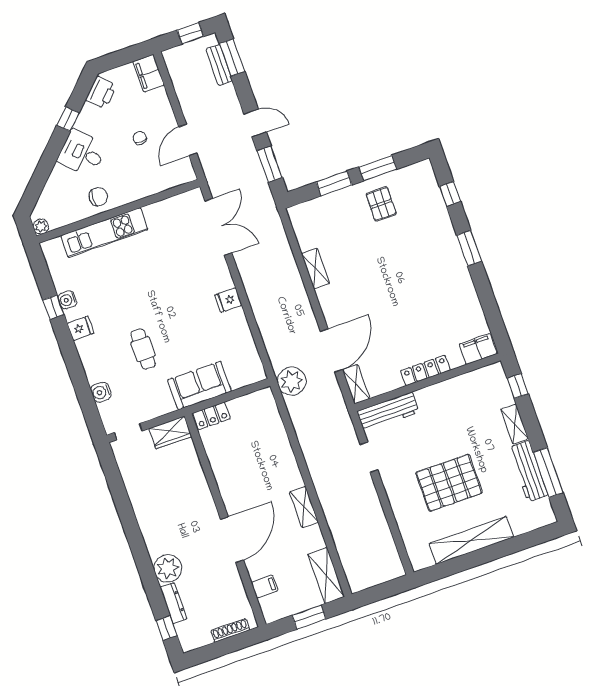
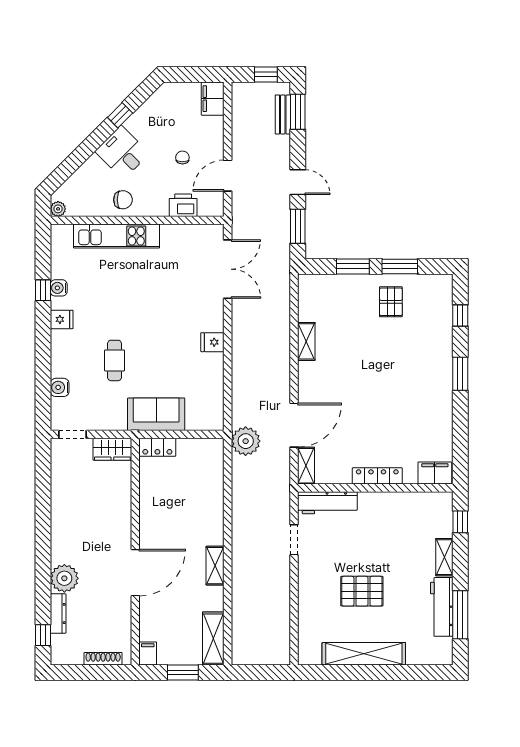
printer: (101, 93) -> (183, 205), moved, turned -135
pallet: (449, 483) -> (362, 591), width x0.73, depth x0.71
filing cabinet: (265, 587) -> (148, 653), moved, turned -90

